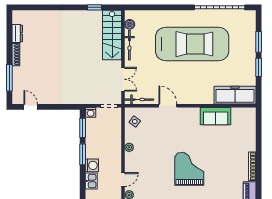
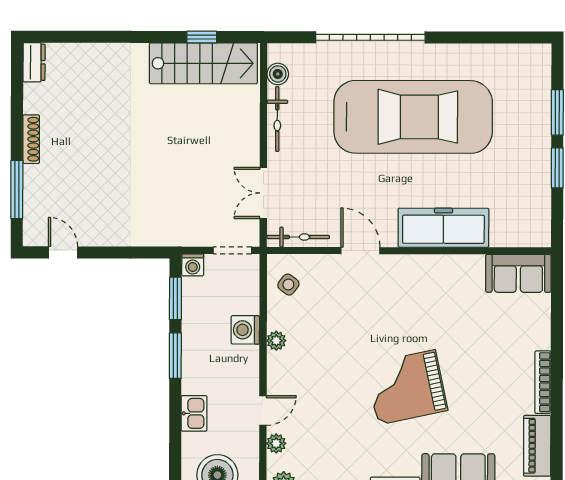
garage door: (220, 7) -> (370, 37), moved
dresser: (17, 33) -> (34, 62), moved
stairs: (112, 35) -> (203, 63), moved, turned -90
double door: (123, 79) -> (263, 193), swing flipped
freezer: (235, 95) -> (443, 228), moved
sofa: (216, 116) -> (518, 273), moved
washing machine: (92, 165) -> (245, 330), moved, turned 180
grand piano: (189, 169) -> (407, 387), turned -102

